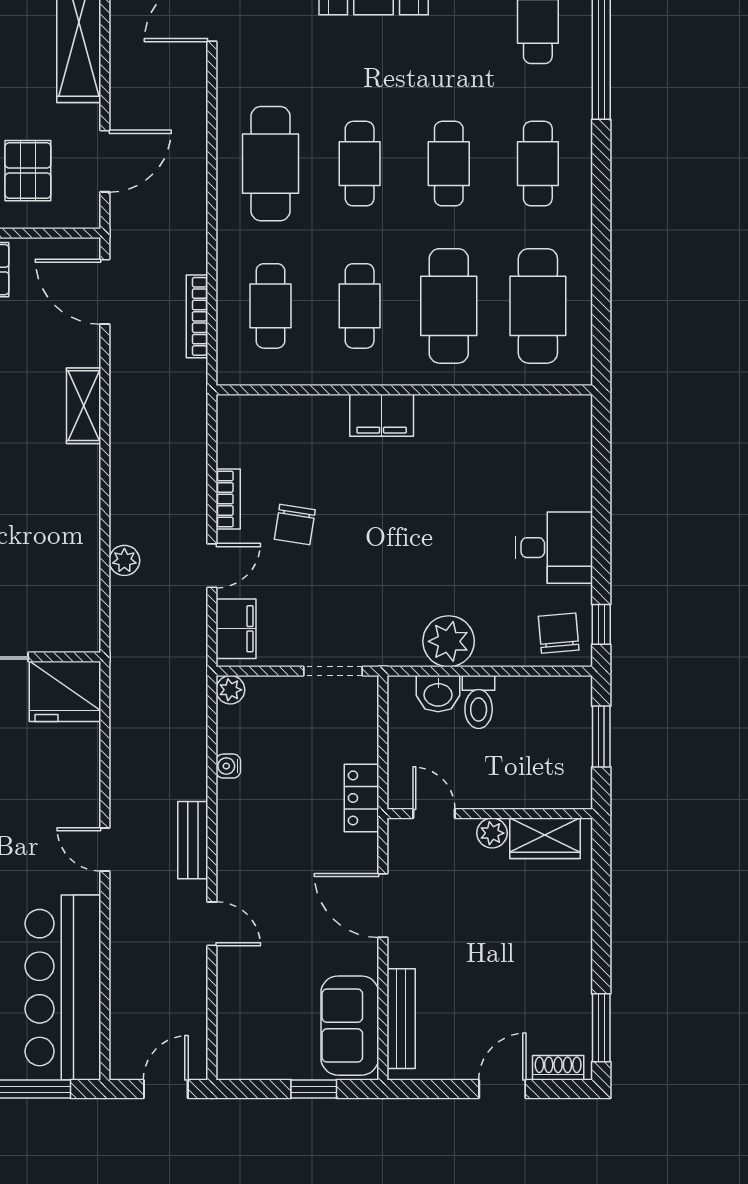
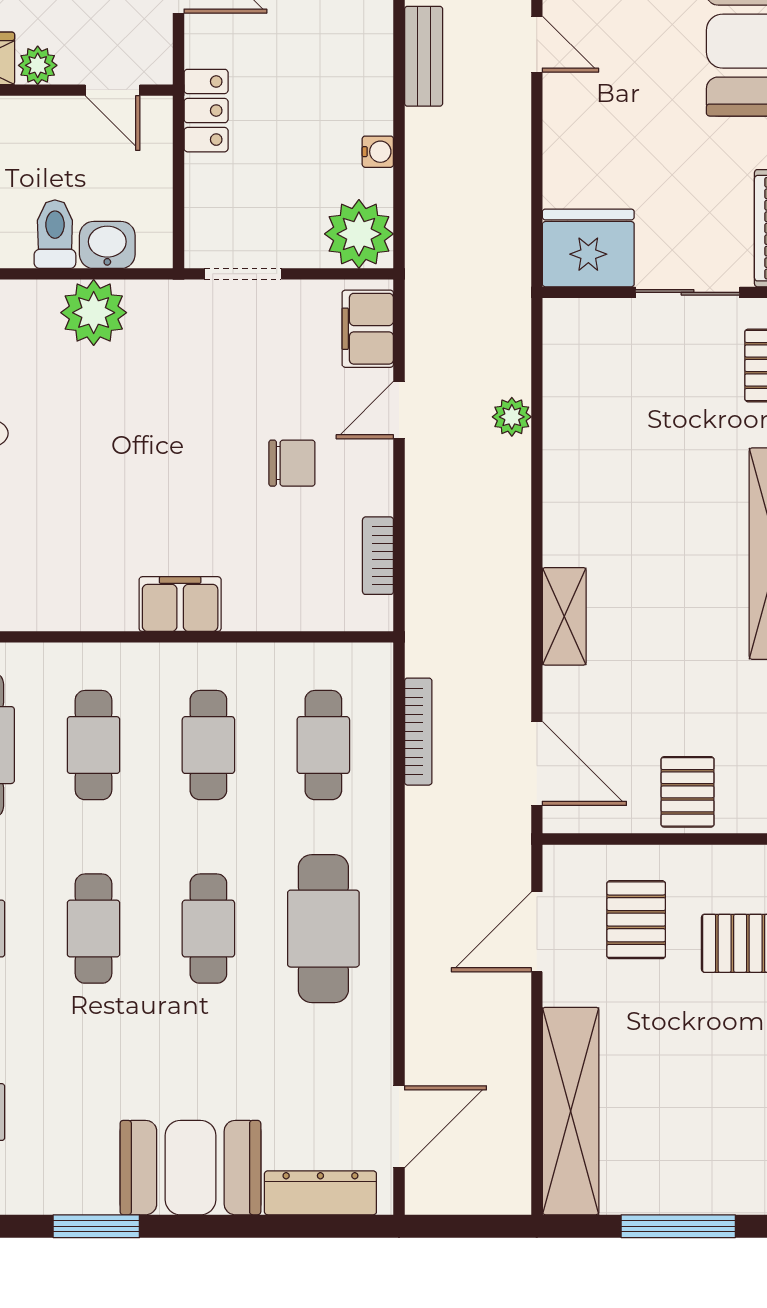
cafe table: (449, 306) -> (93, 745), width x0.73, depth x0.74
bookcase: (228, 499) -> (378, 556), moved
chair: (295, 525) -> (292, 463), turned 81
plant: (230, 690) -> (359, 234), width x1.87, depth x1.87

